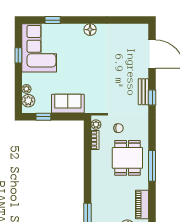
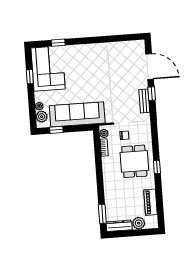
floor lamp: (90, 30) -> (92, 49), removed
window: (152, 98) -> (152, 94), moved
sofa: (68, 104) -> (77, 114), width x1.85, depth x1.27
window: (152, 166) -> (157, 167), width x0.46

